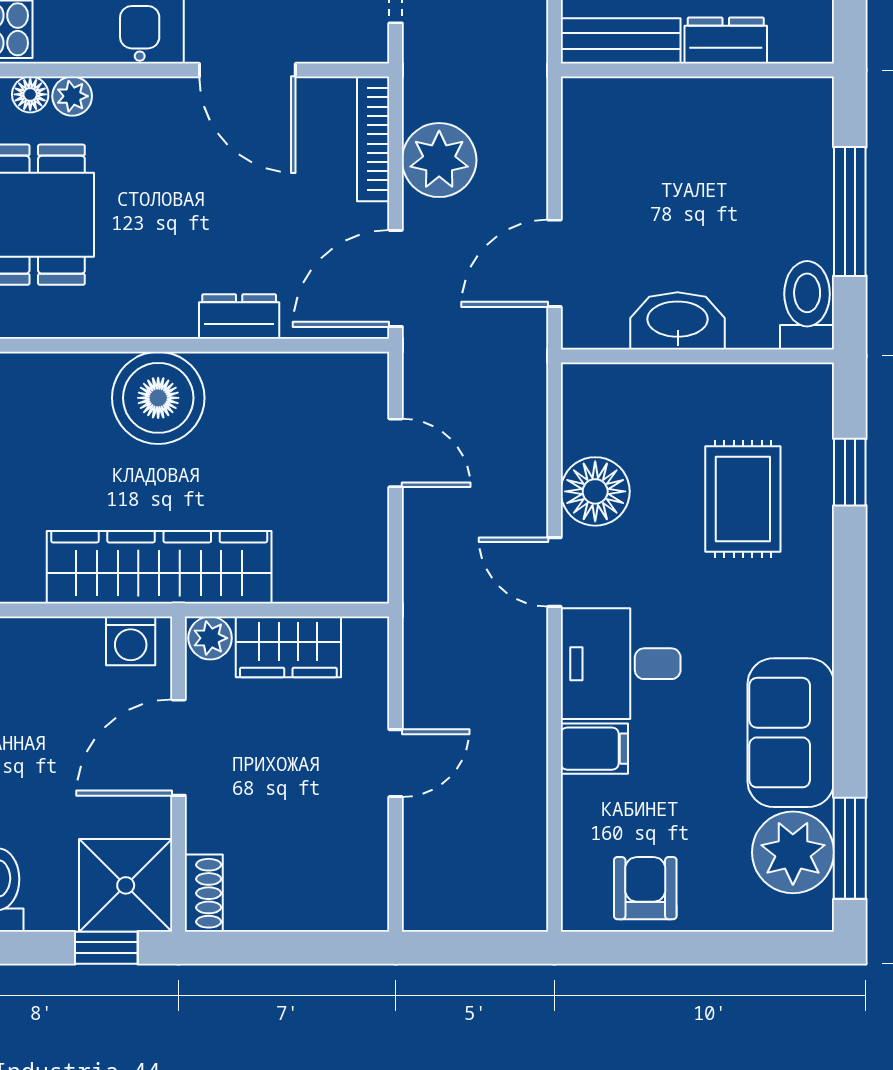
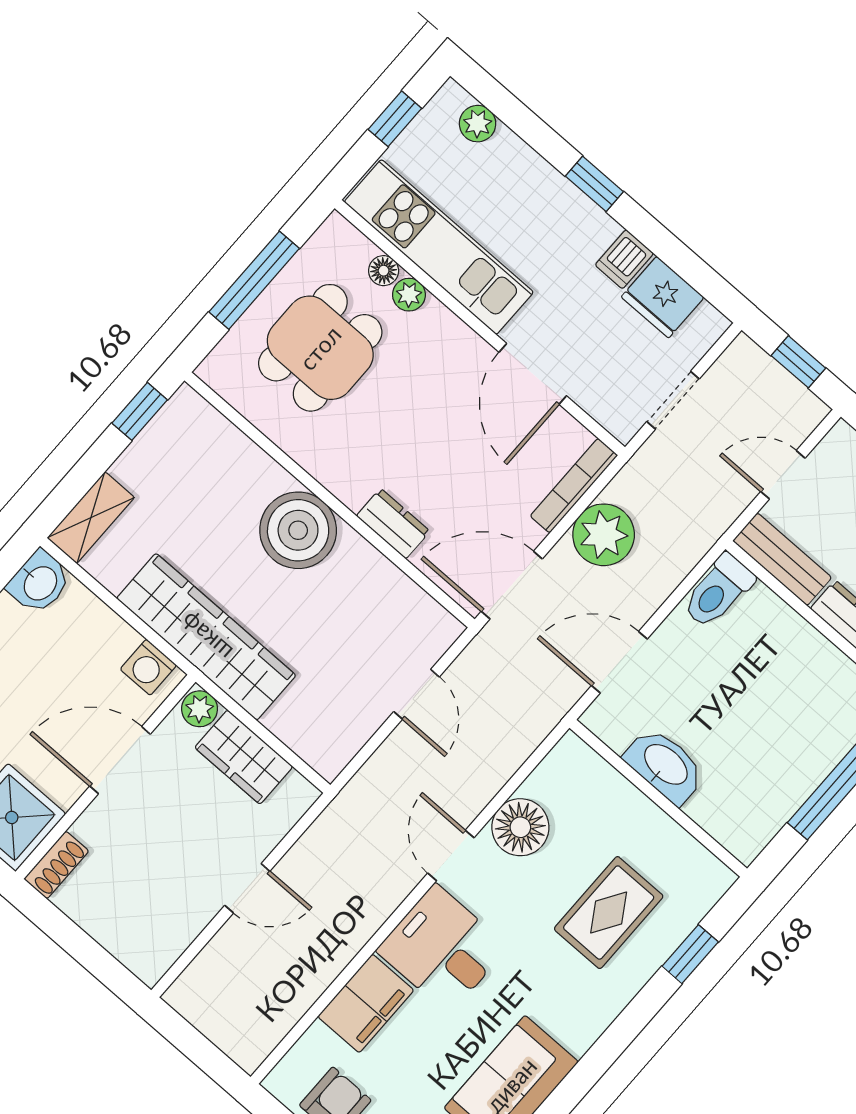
toilet: (807, 305) -> (718, 591), moved, turned 180
filing cabinet: (594, 749) -> (366, 1003), width x2.00

